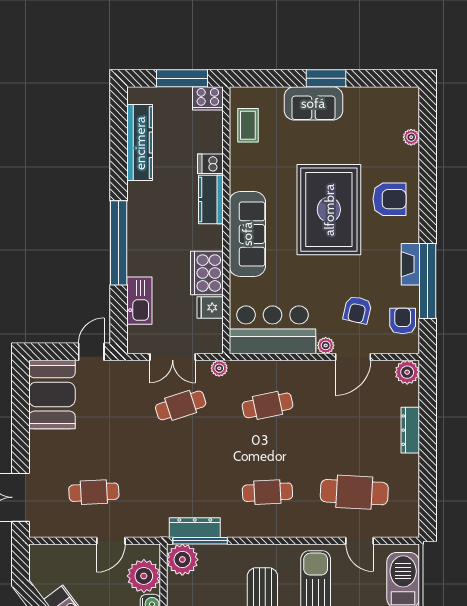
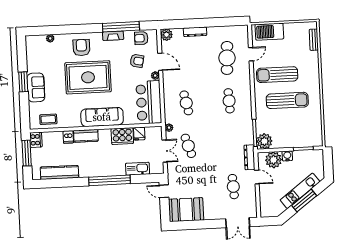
dresser: (195, 528) -> (249, 157), moved

